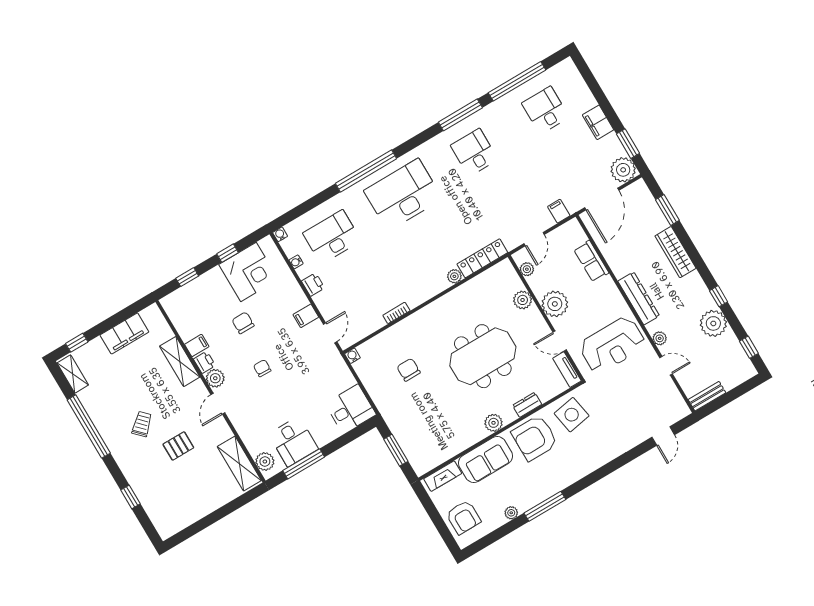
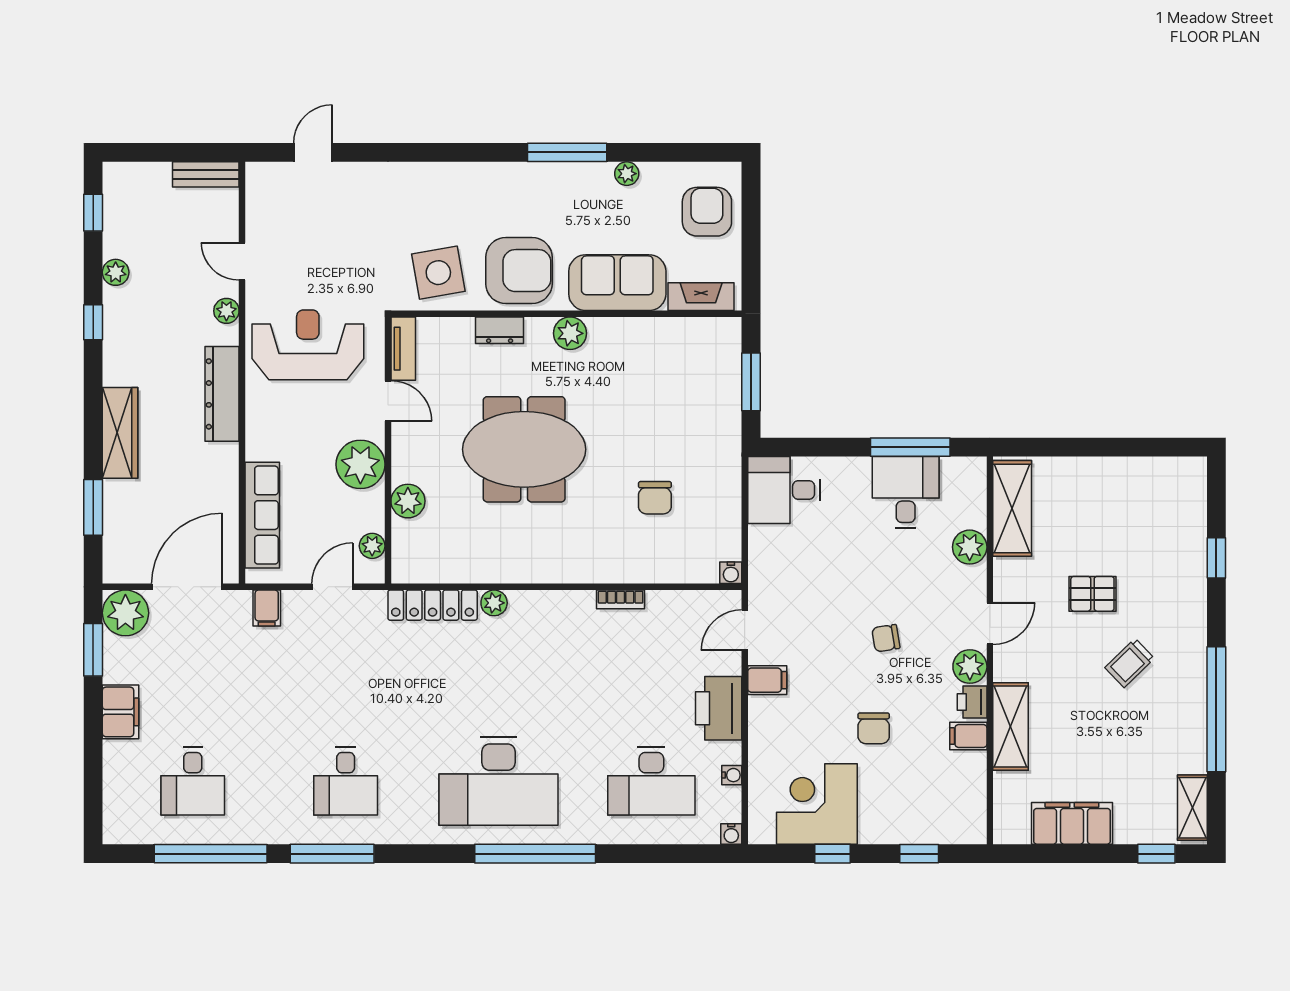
row of seats: (591, 261) -> (262, 515), width x1.48
printer: (313, 285) -> (719, 708), width x1.87, depth x1.48
plant: (713, 323) -> (116, 272), width x0.53, depth x0.53
chair: (262, 368) -> (886, 638), turned 79
plant: (265, 462) -> (970, 547), moved

